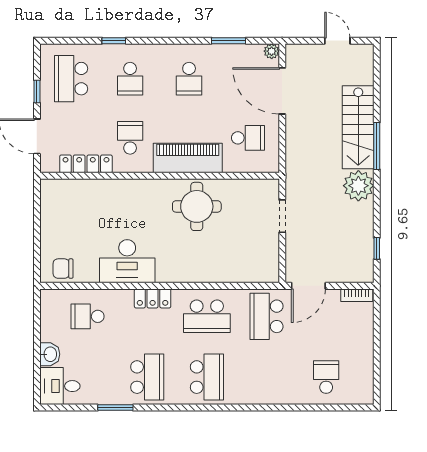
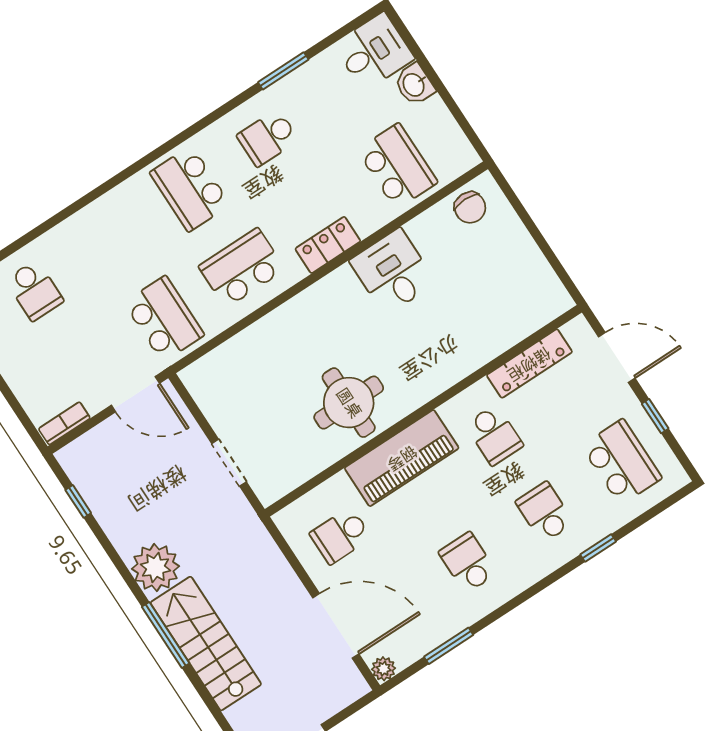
desk: (127, 261) -> (393, 272), width x0.73
chair: (63, 269) -> (470, 208), turned 90
door: (308, 286) -> (135, 394), swing flipped
school desk: (88, 316) -> (397, 166), width x1.85
school desk: (147, 377) -> (268, 138), width x0.54

